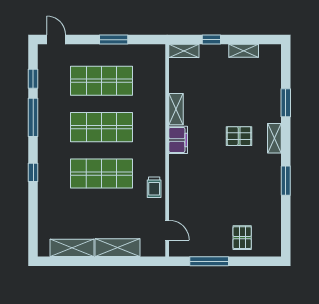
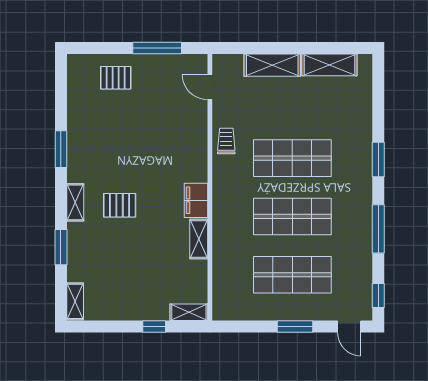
window: (114, 40) -> (295, 327), moved
shelving: (244, 51) -> (75, 301), moved, turned 90
window: (33, 79) -> (378, 296), moved
window: (33, 172) -> (378, 160), width x1.50
pallet: (242, 238) -> (116, 78), turned 90

